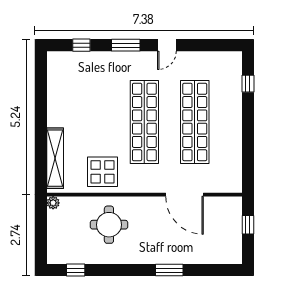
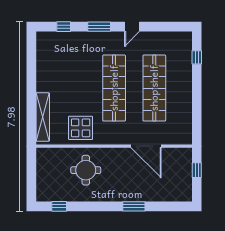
plant: (53, 203) -> (41, 153), removed

